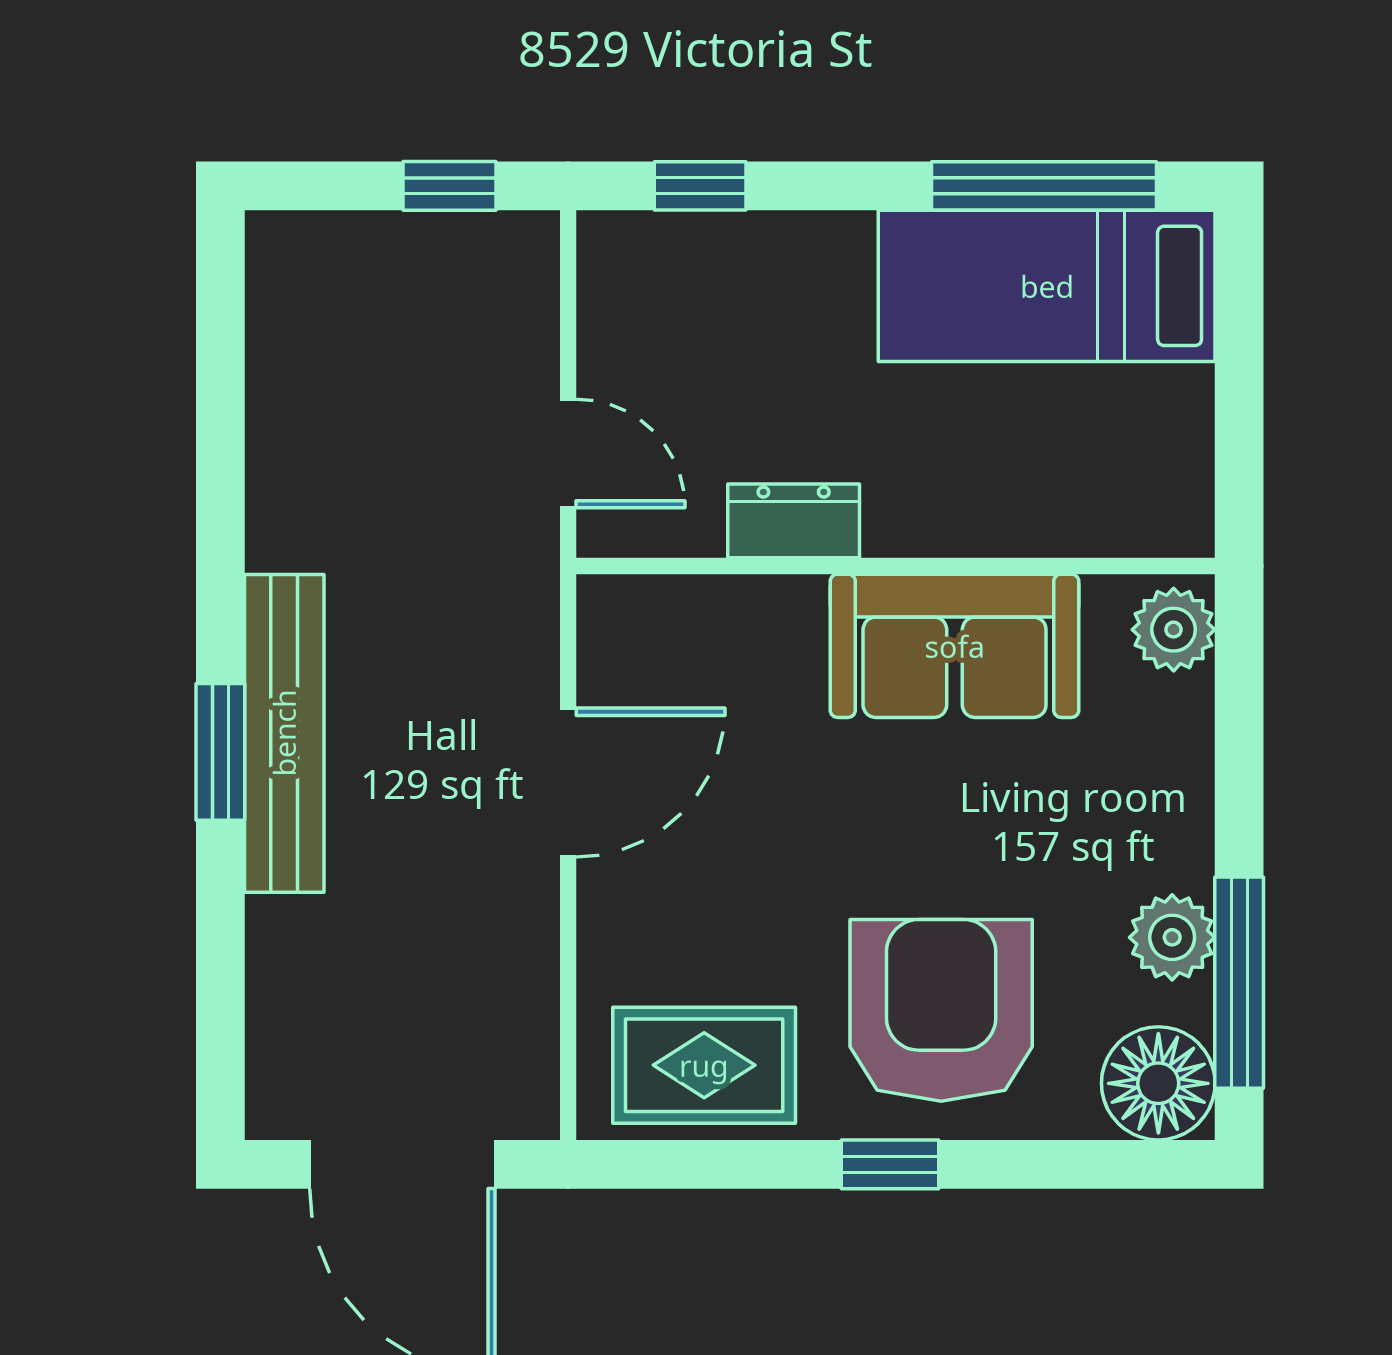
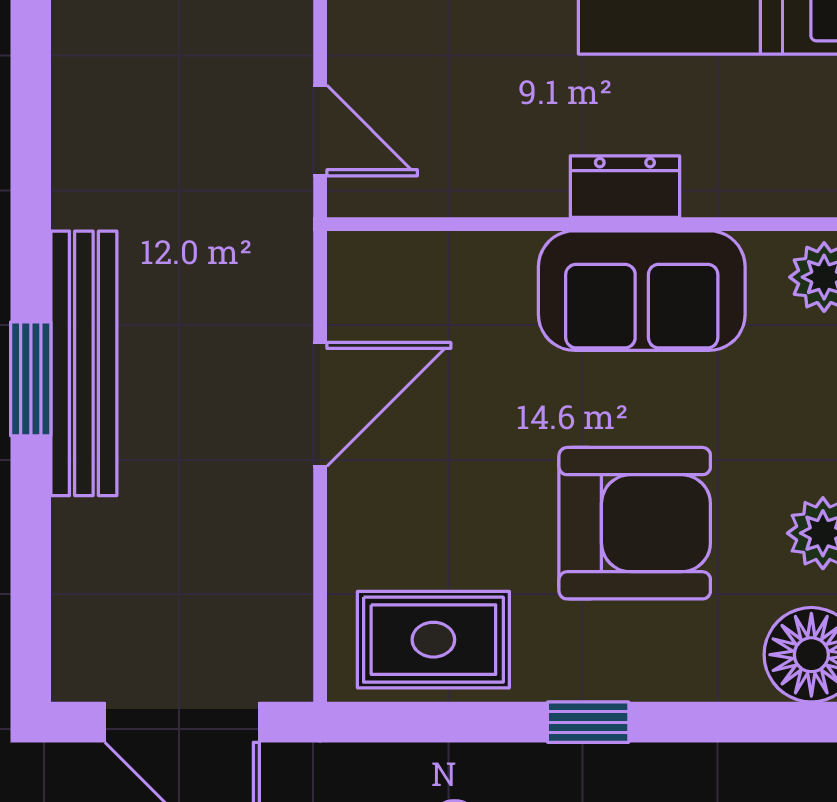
dresser: (794, 521) -> (625, 187), moved
armchair: (941, 1010) -> (635, 523), moved, turned 90

